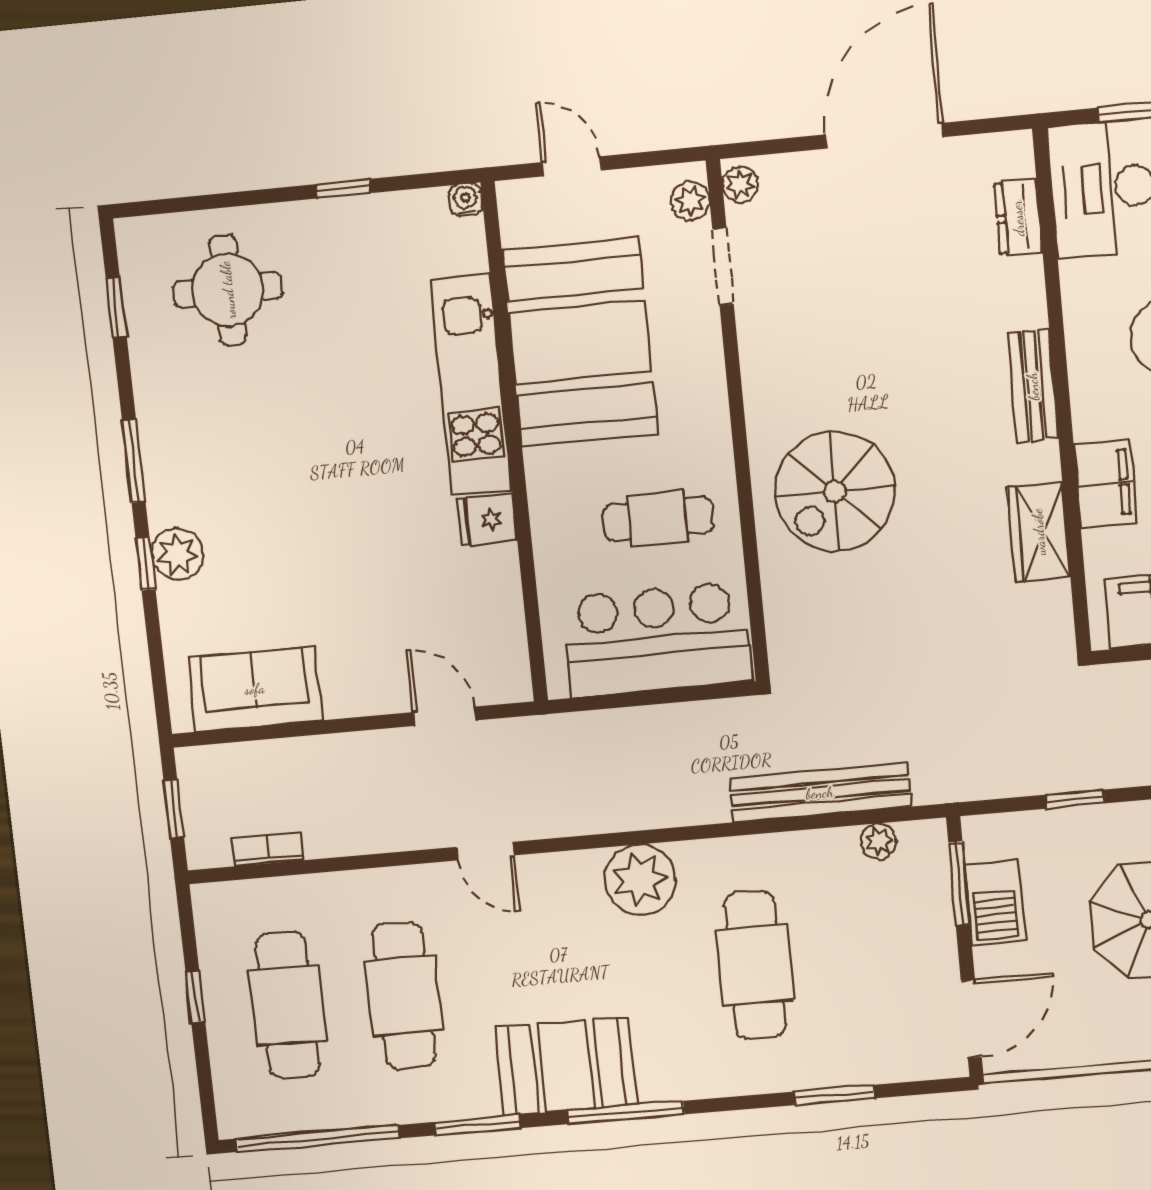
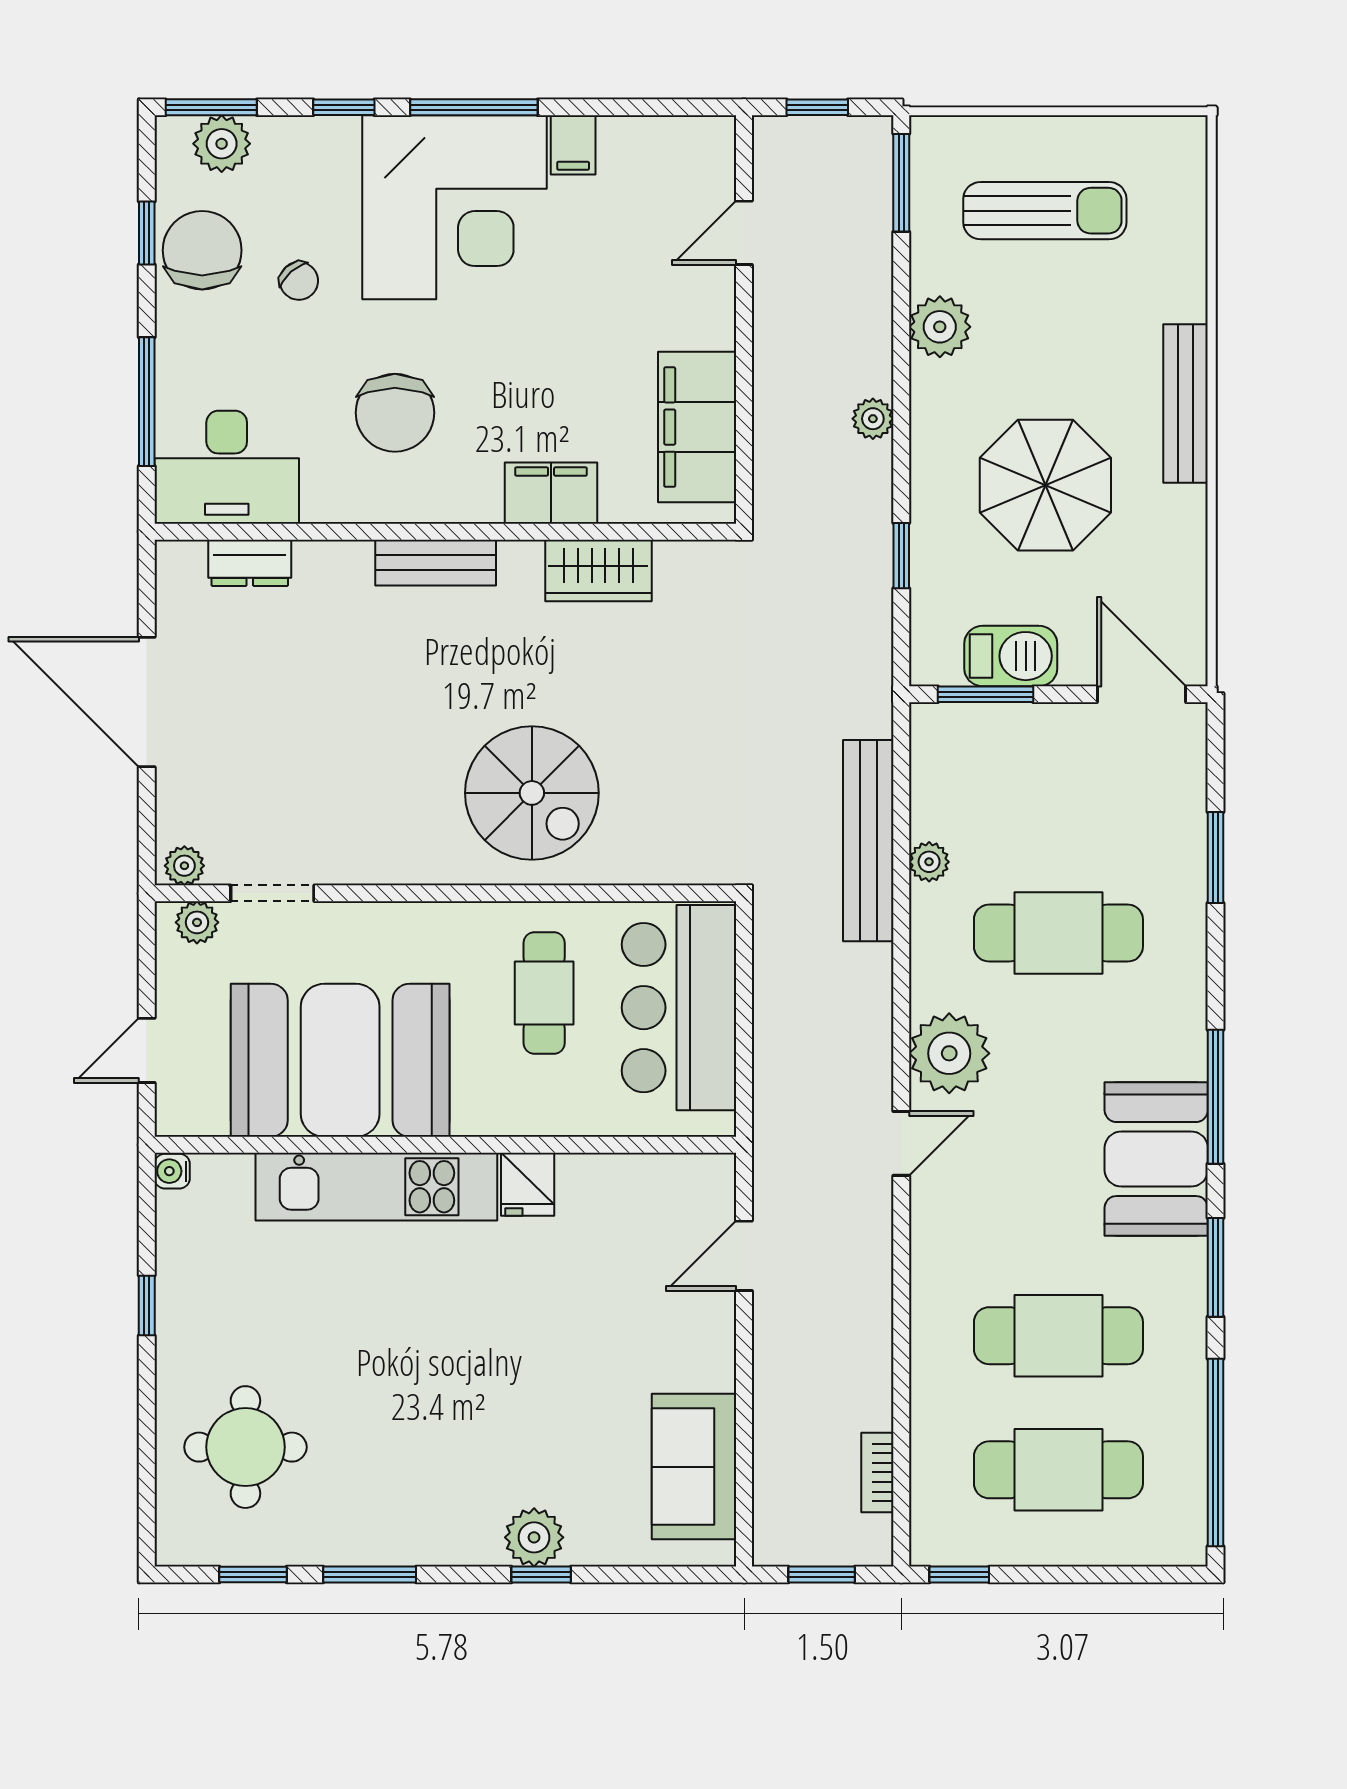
window: (134, 461) -> (370, 1574), moved
plant: (879, 841) -> (929, 862), moved
door: (485, 851) -> (901, 1143), moved
window: (195, 997) -> (959, 1574), moved

